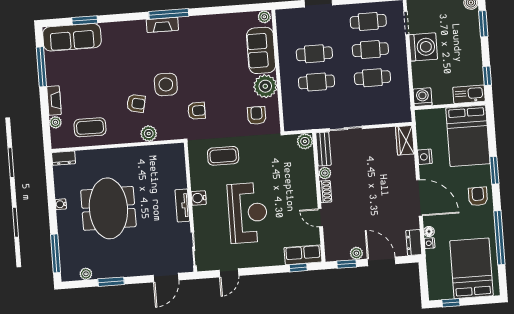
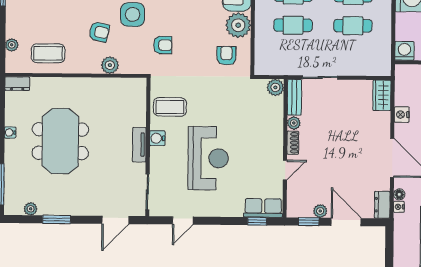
fireplace: (54, 101) -> (12, 22), removed
coffee table: (223, 156) -> (170, 107), moved
door: (320, 218) -> (285, 170), swing flipped

